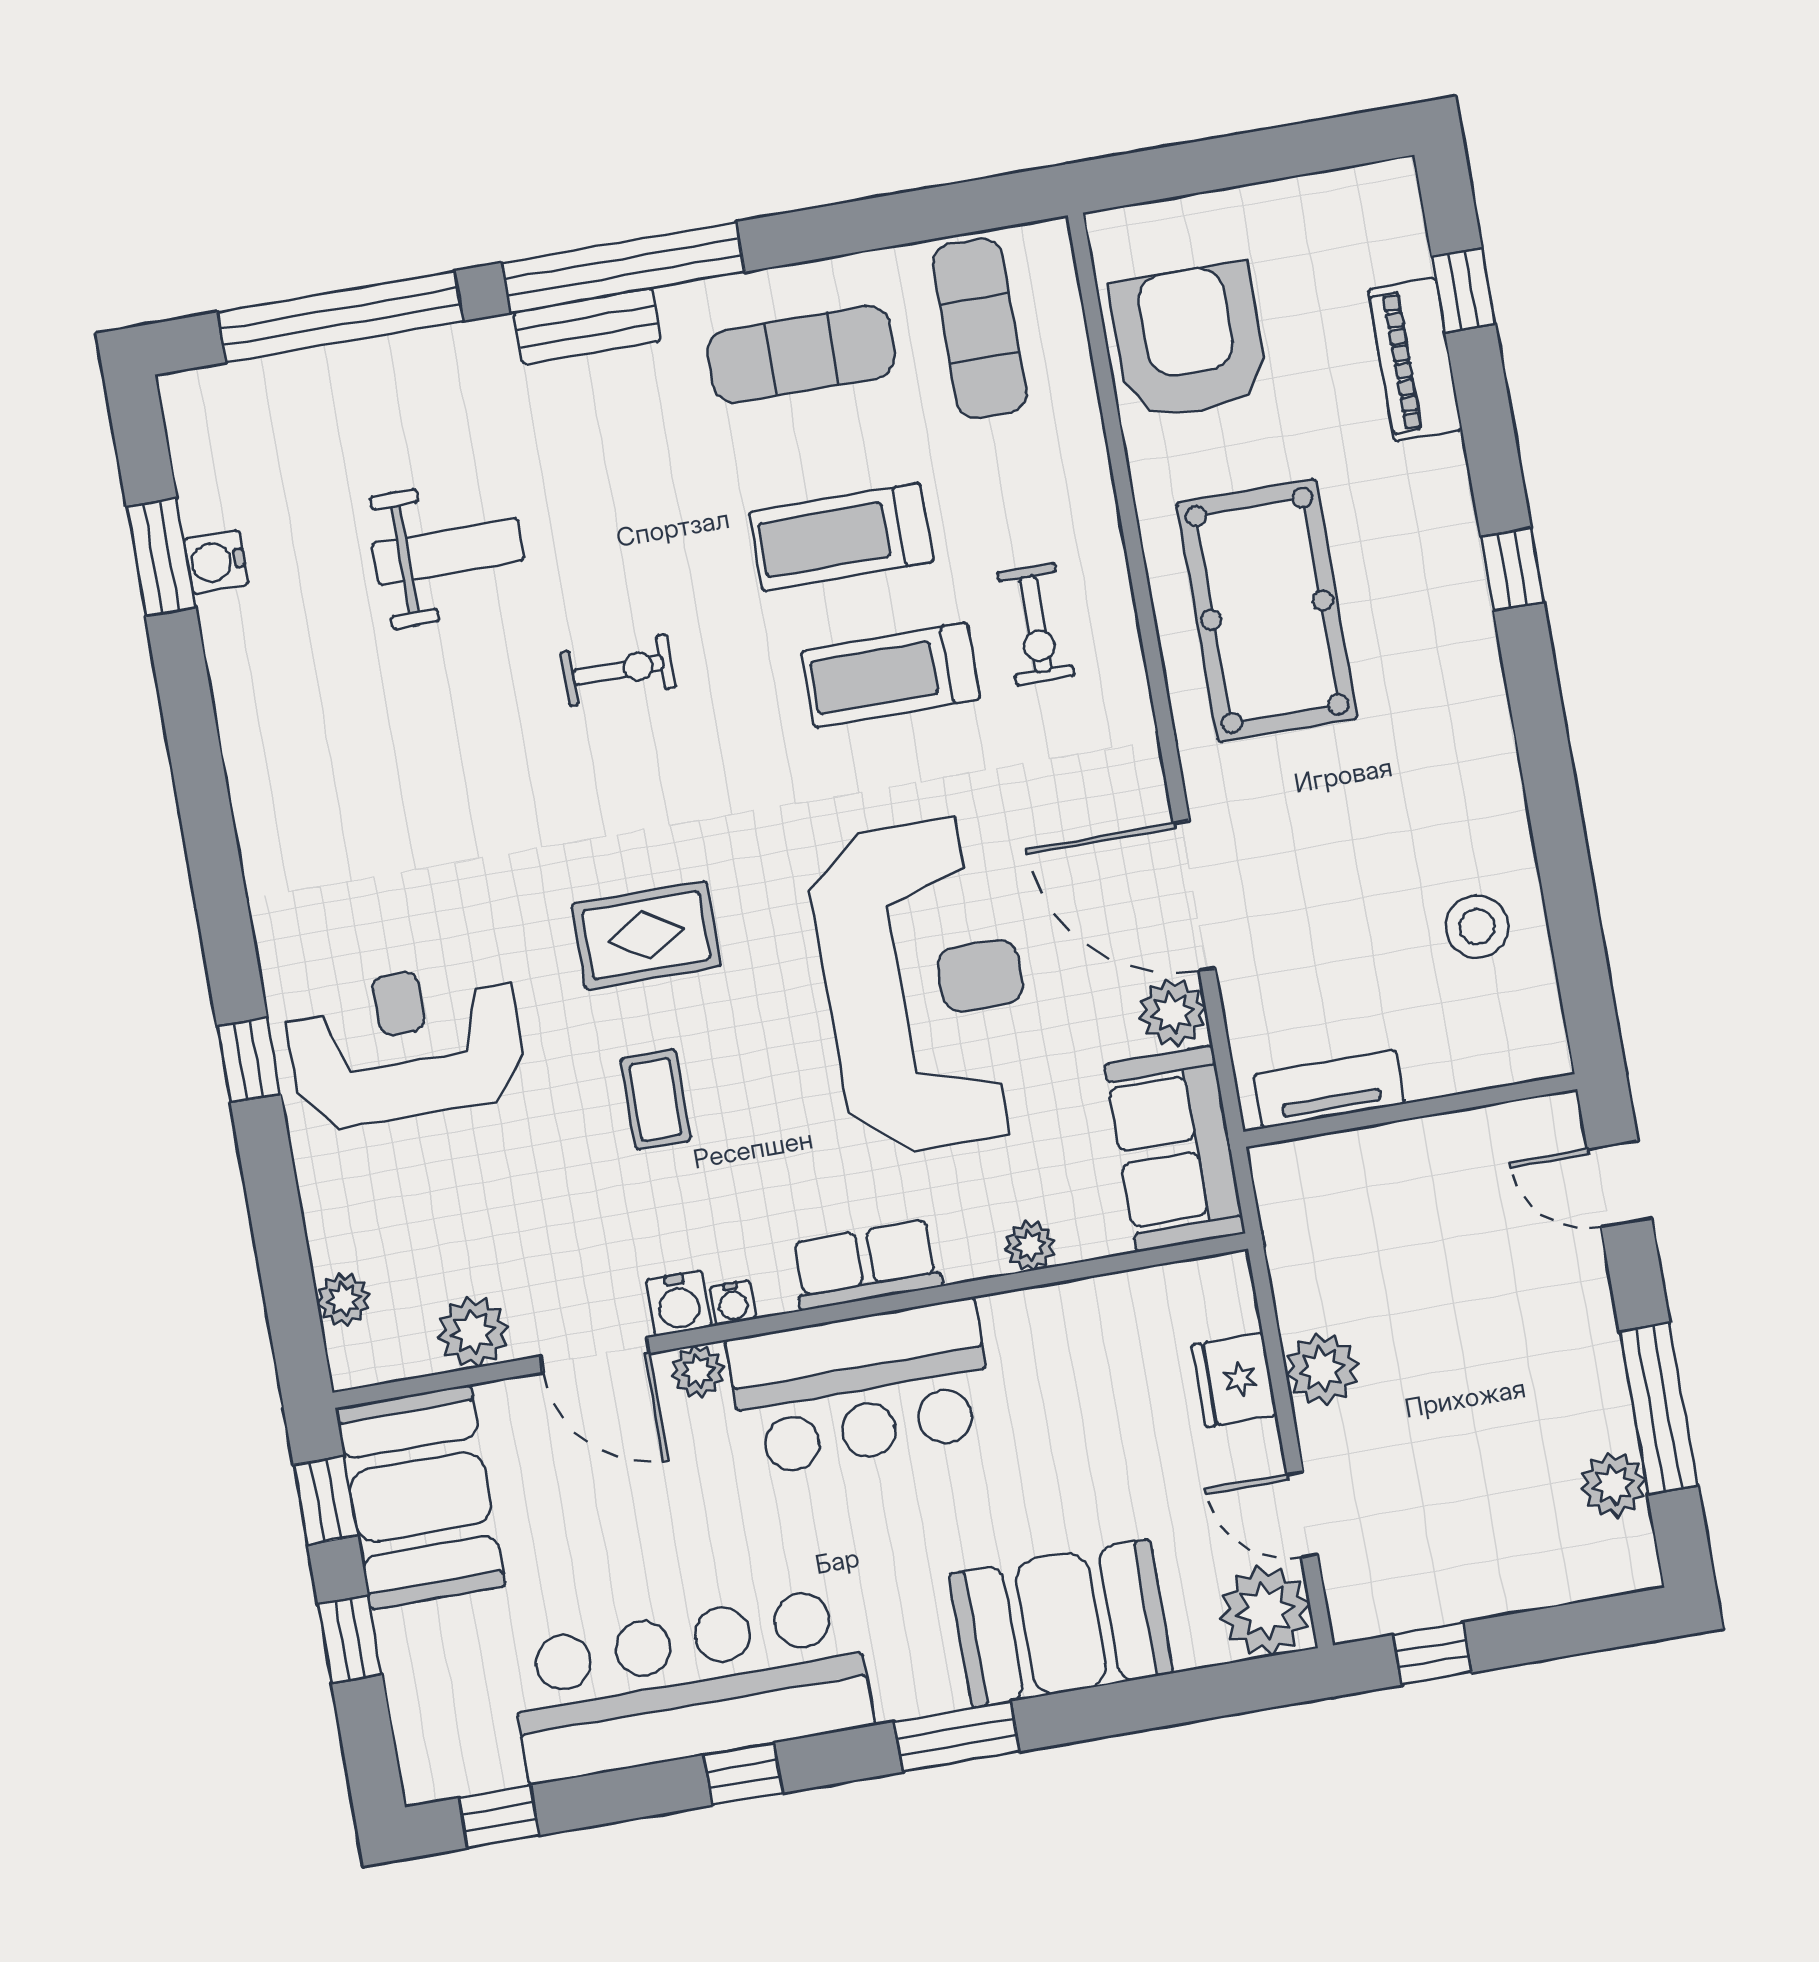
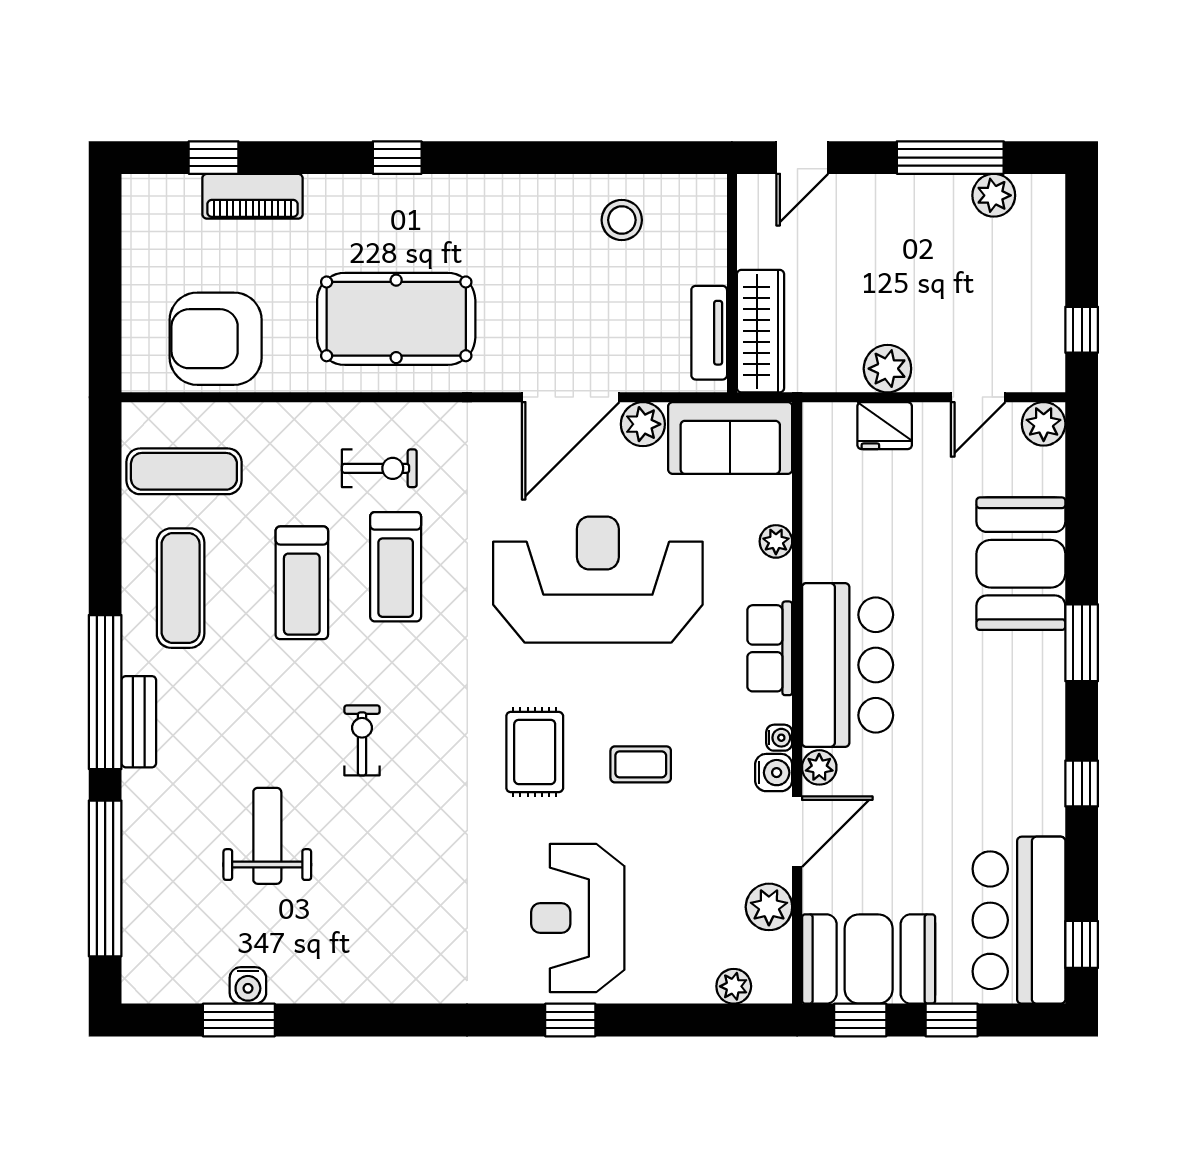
wardrobe: (1345, 1167) -> (760, 331), added
plant: (1265, 1611) -> (1044, 424), width x0.73, depth x0.73
bar counter: (690, 1685) -> (1019, 920), moved, width x0.73

